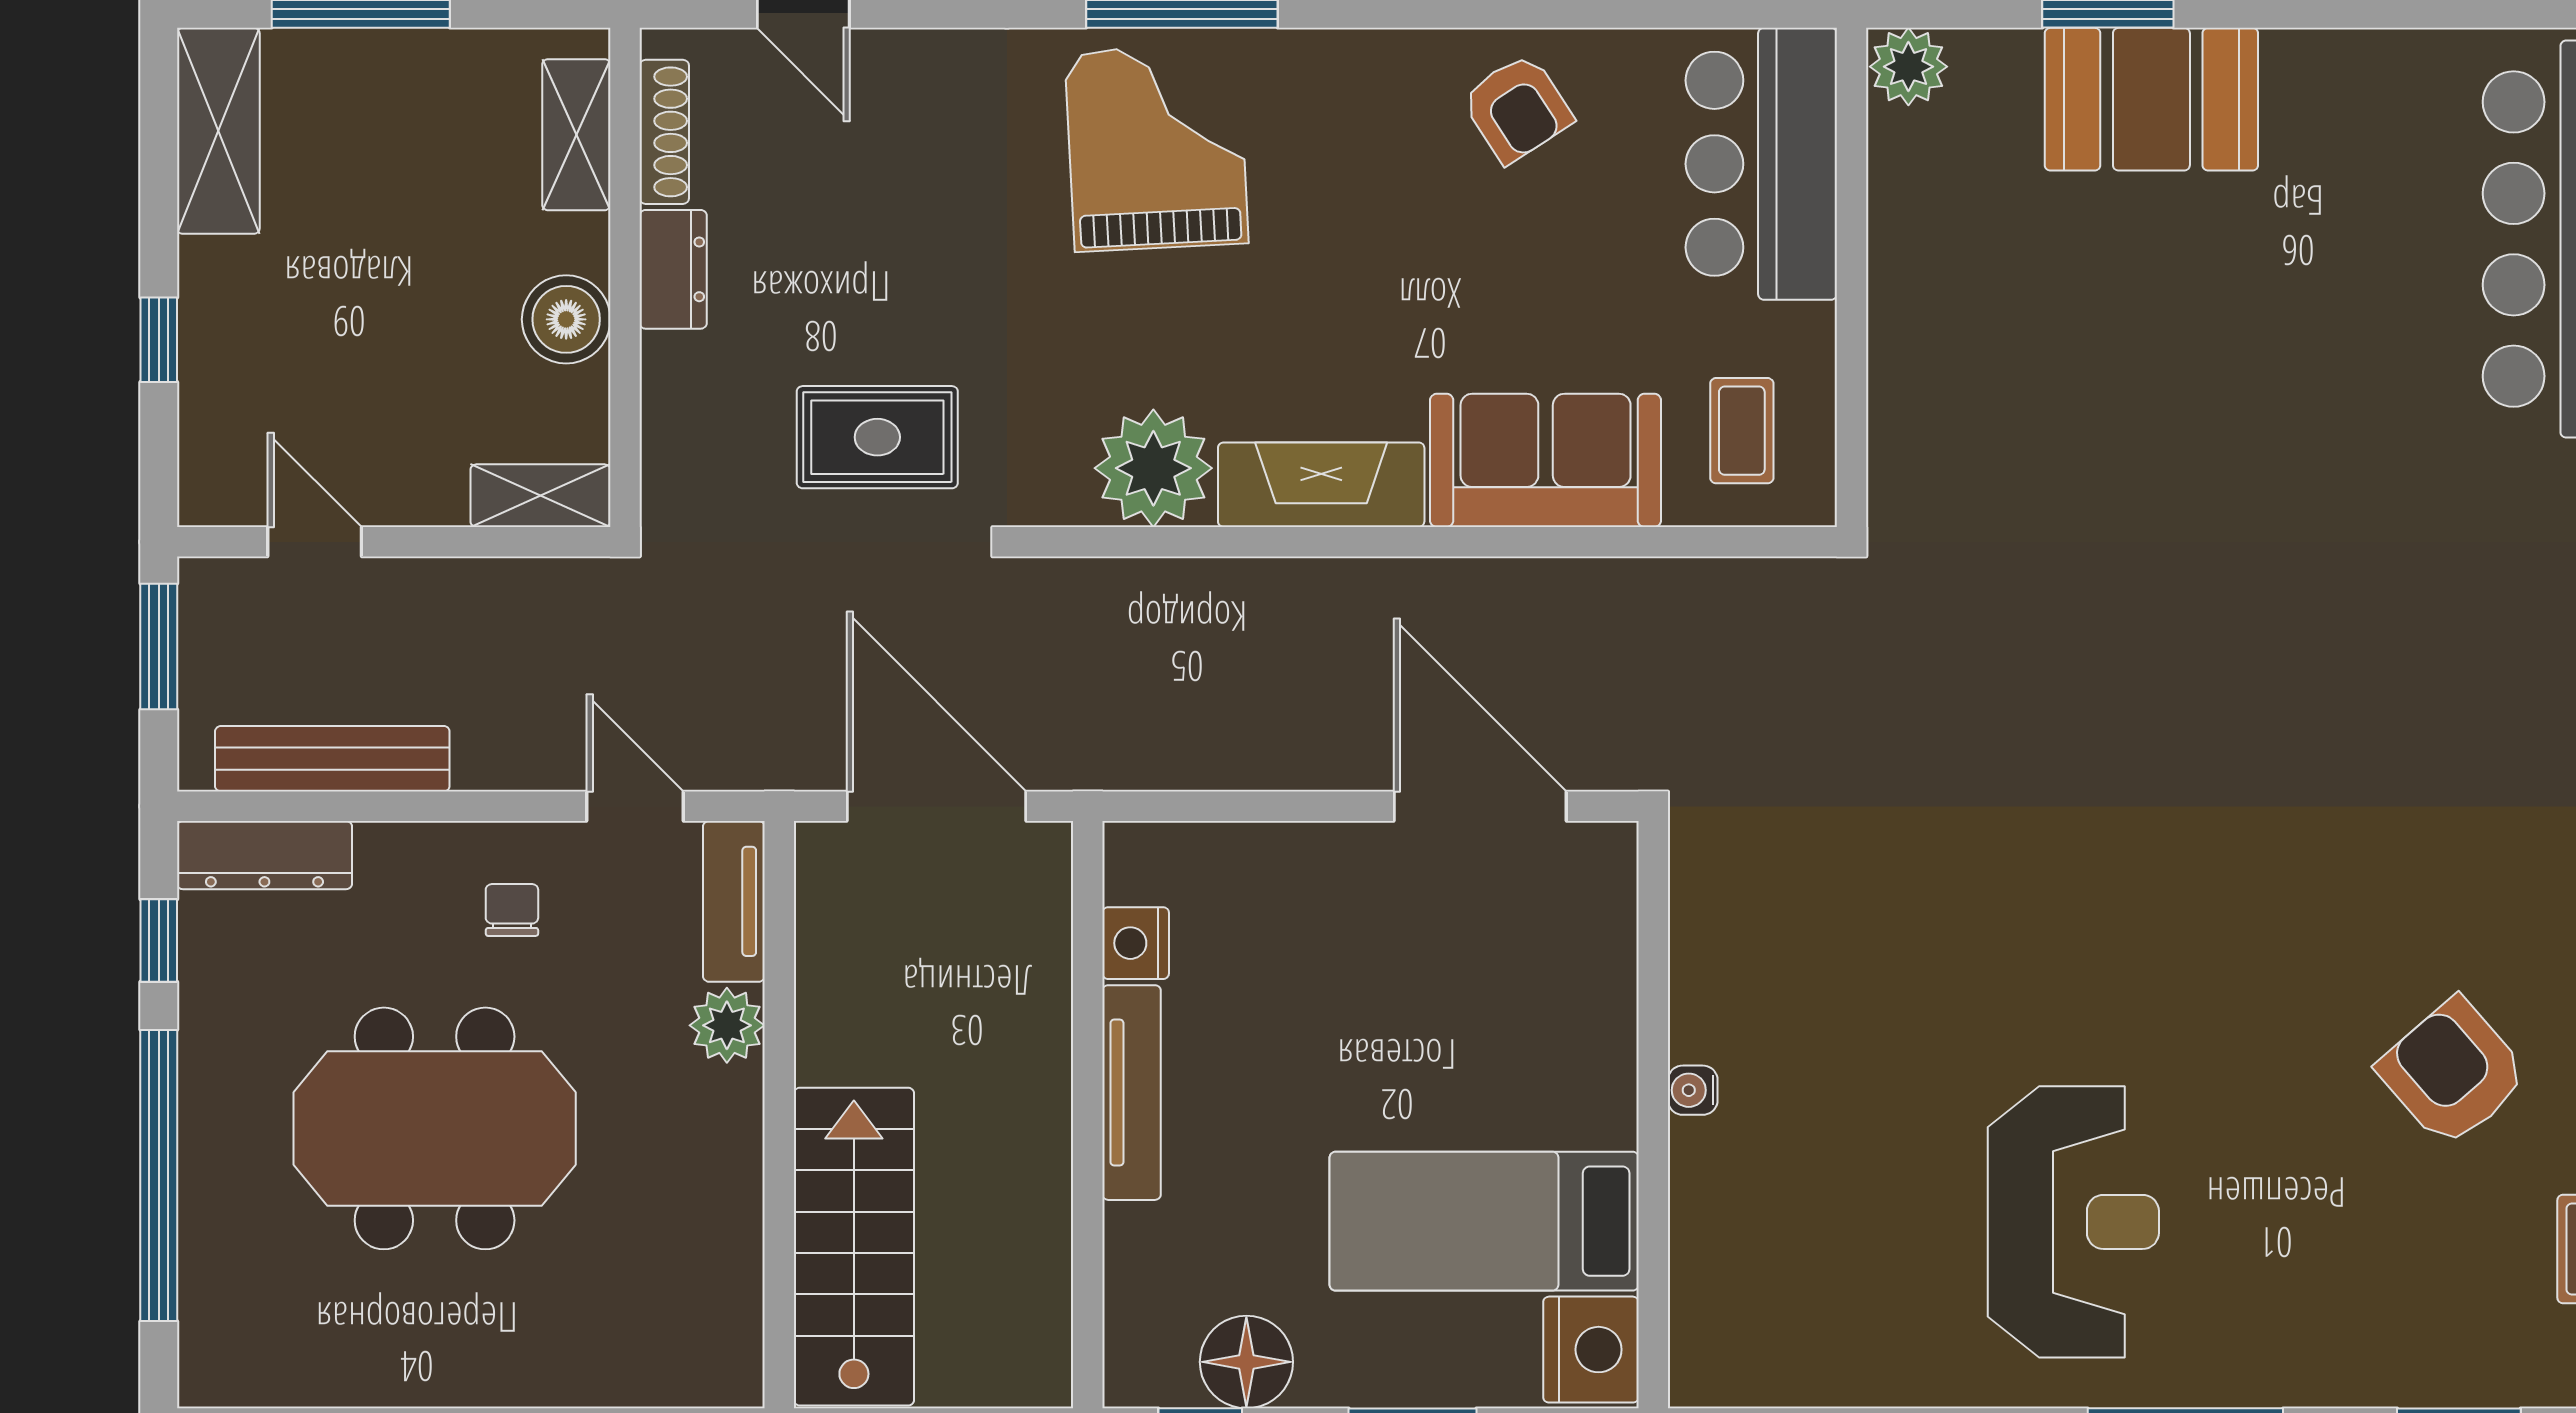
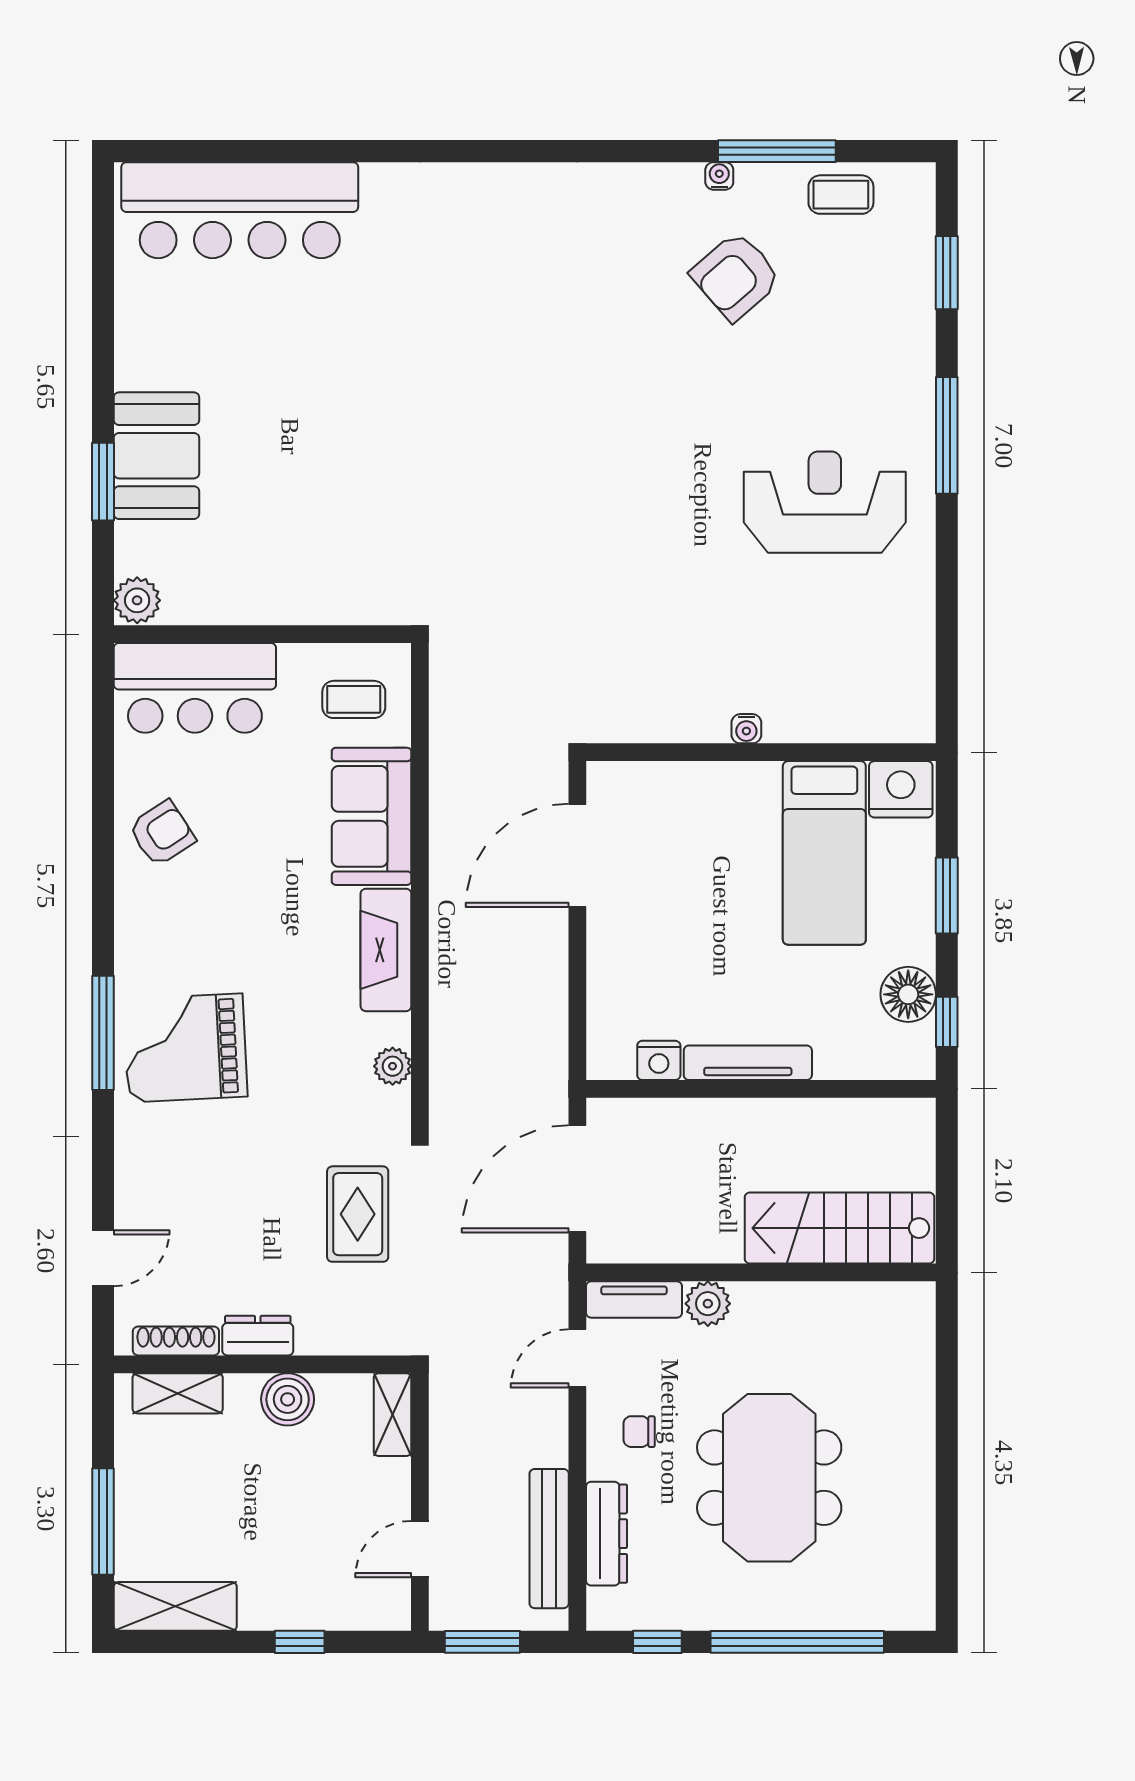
plant: (1153, 468) -> (393, 1066), width x0.53, depth x0.53
dresser: (264, 855) -> (606, 1534), moved

